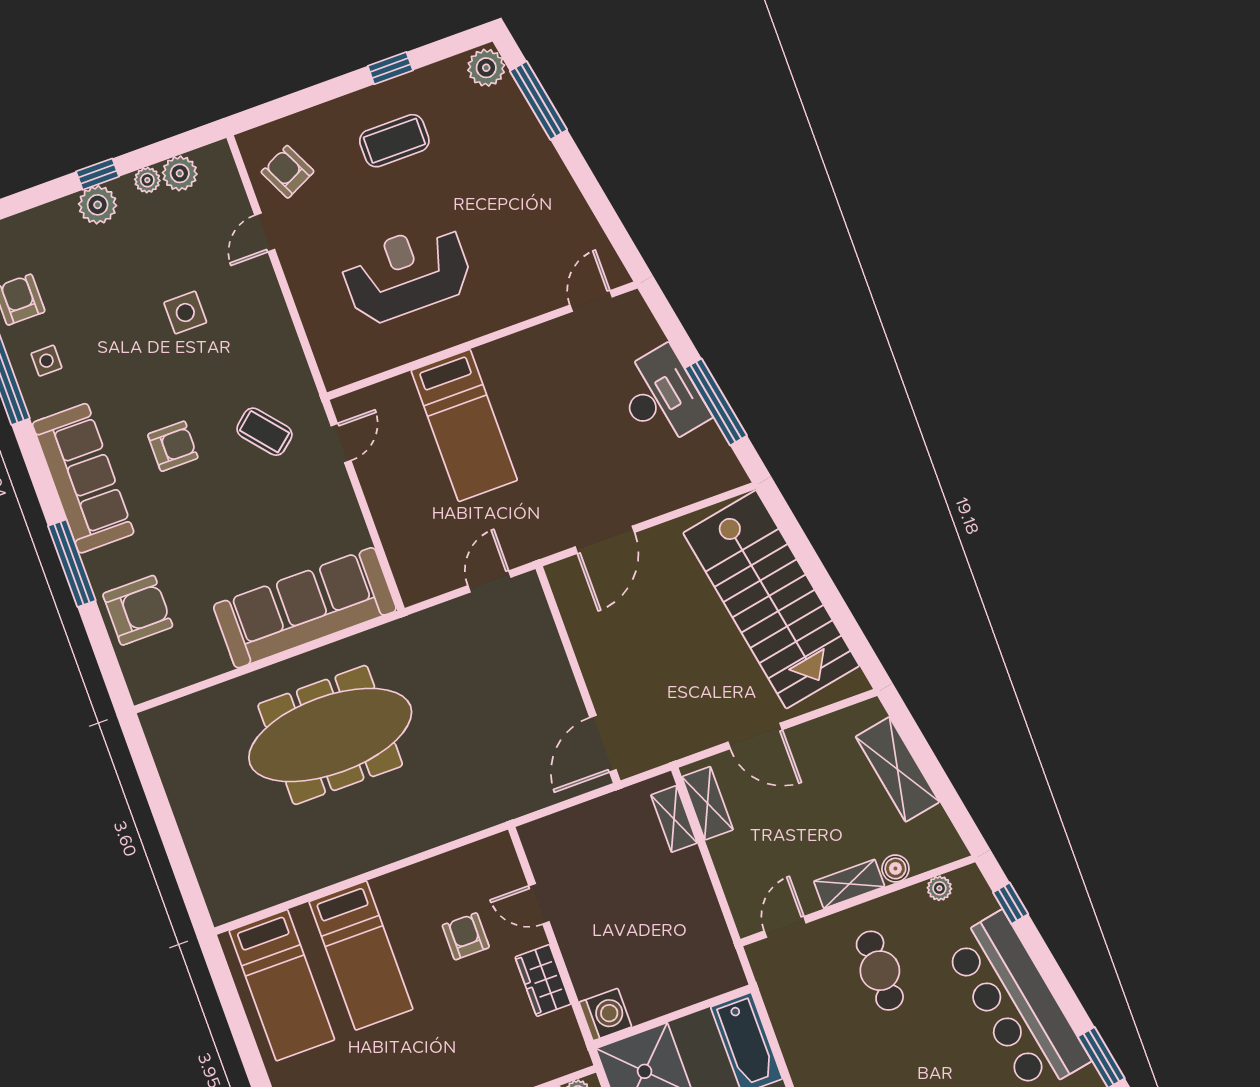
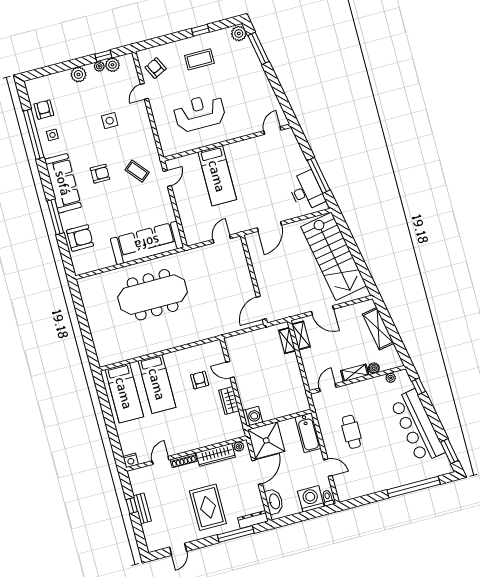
window: (97, 174) -> (103, 56), moved
desk: (661, 397) -> (306, 191), moved
cafe table: (880, 971) -> (351, 432), moved

